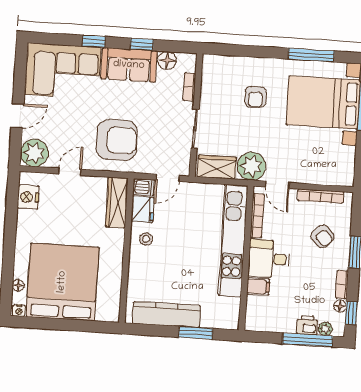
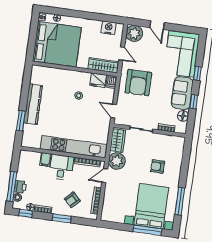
dishwasher: (144, 187) -> (111, 82), moved
wardrobe: (117, 202) -> (103, 65), moved
fridge: (143, 209) -> (98, 80), moved
wall: (126, 251) -> (75, 69), moved

